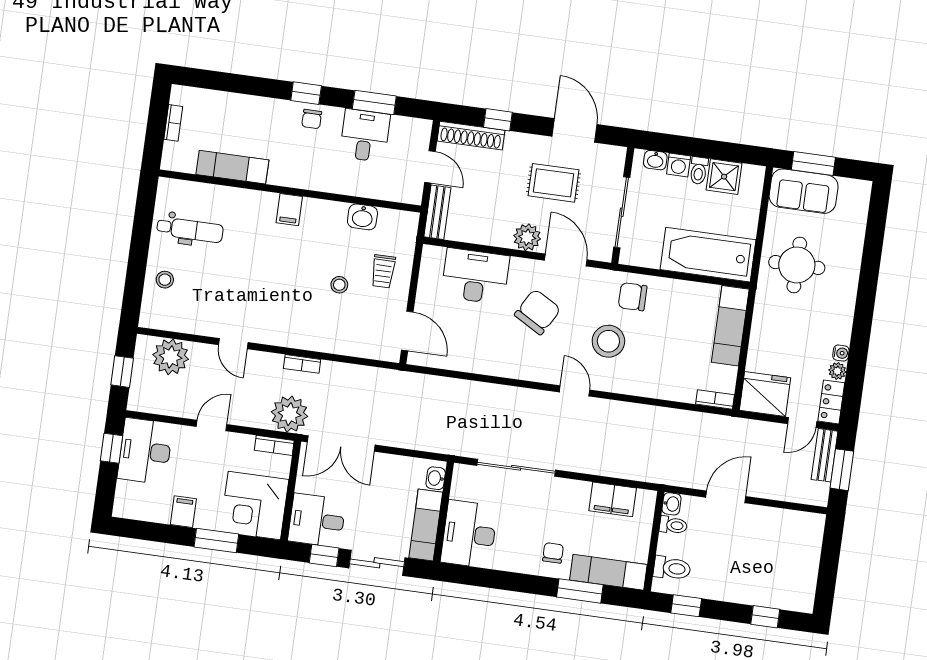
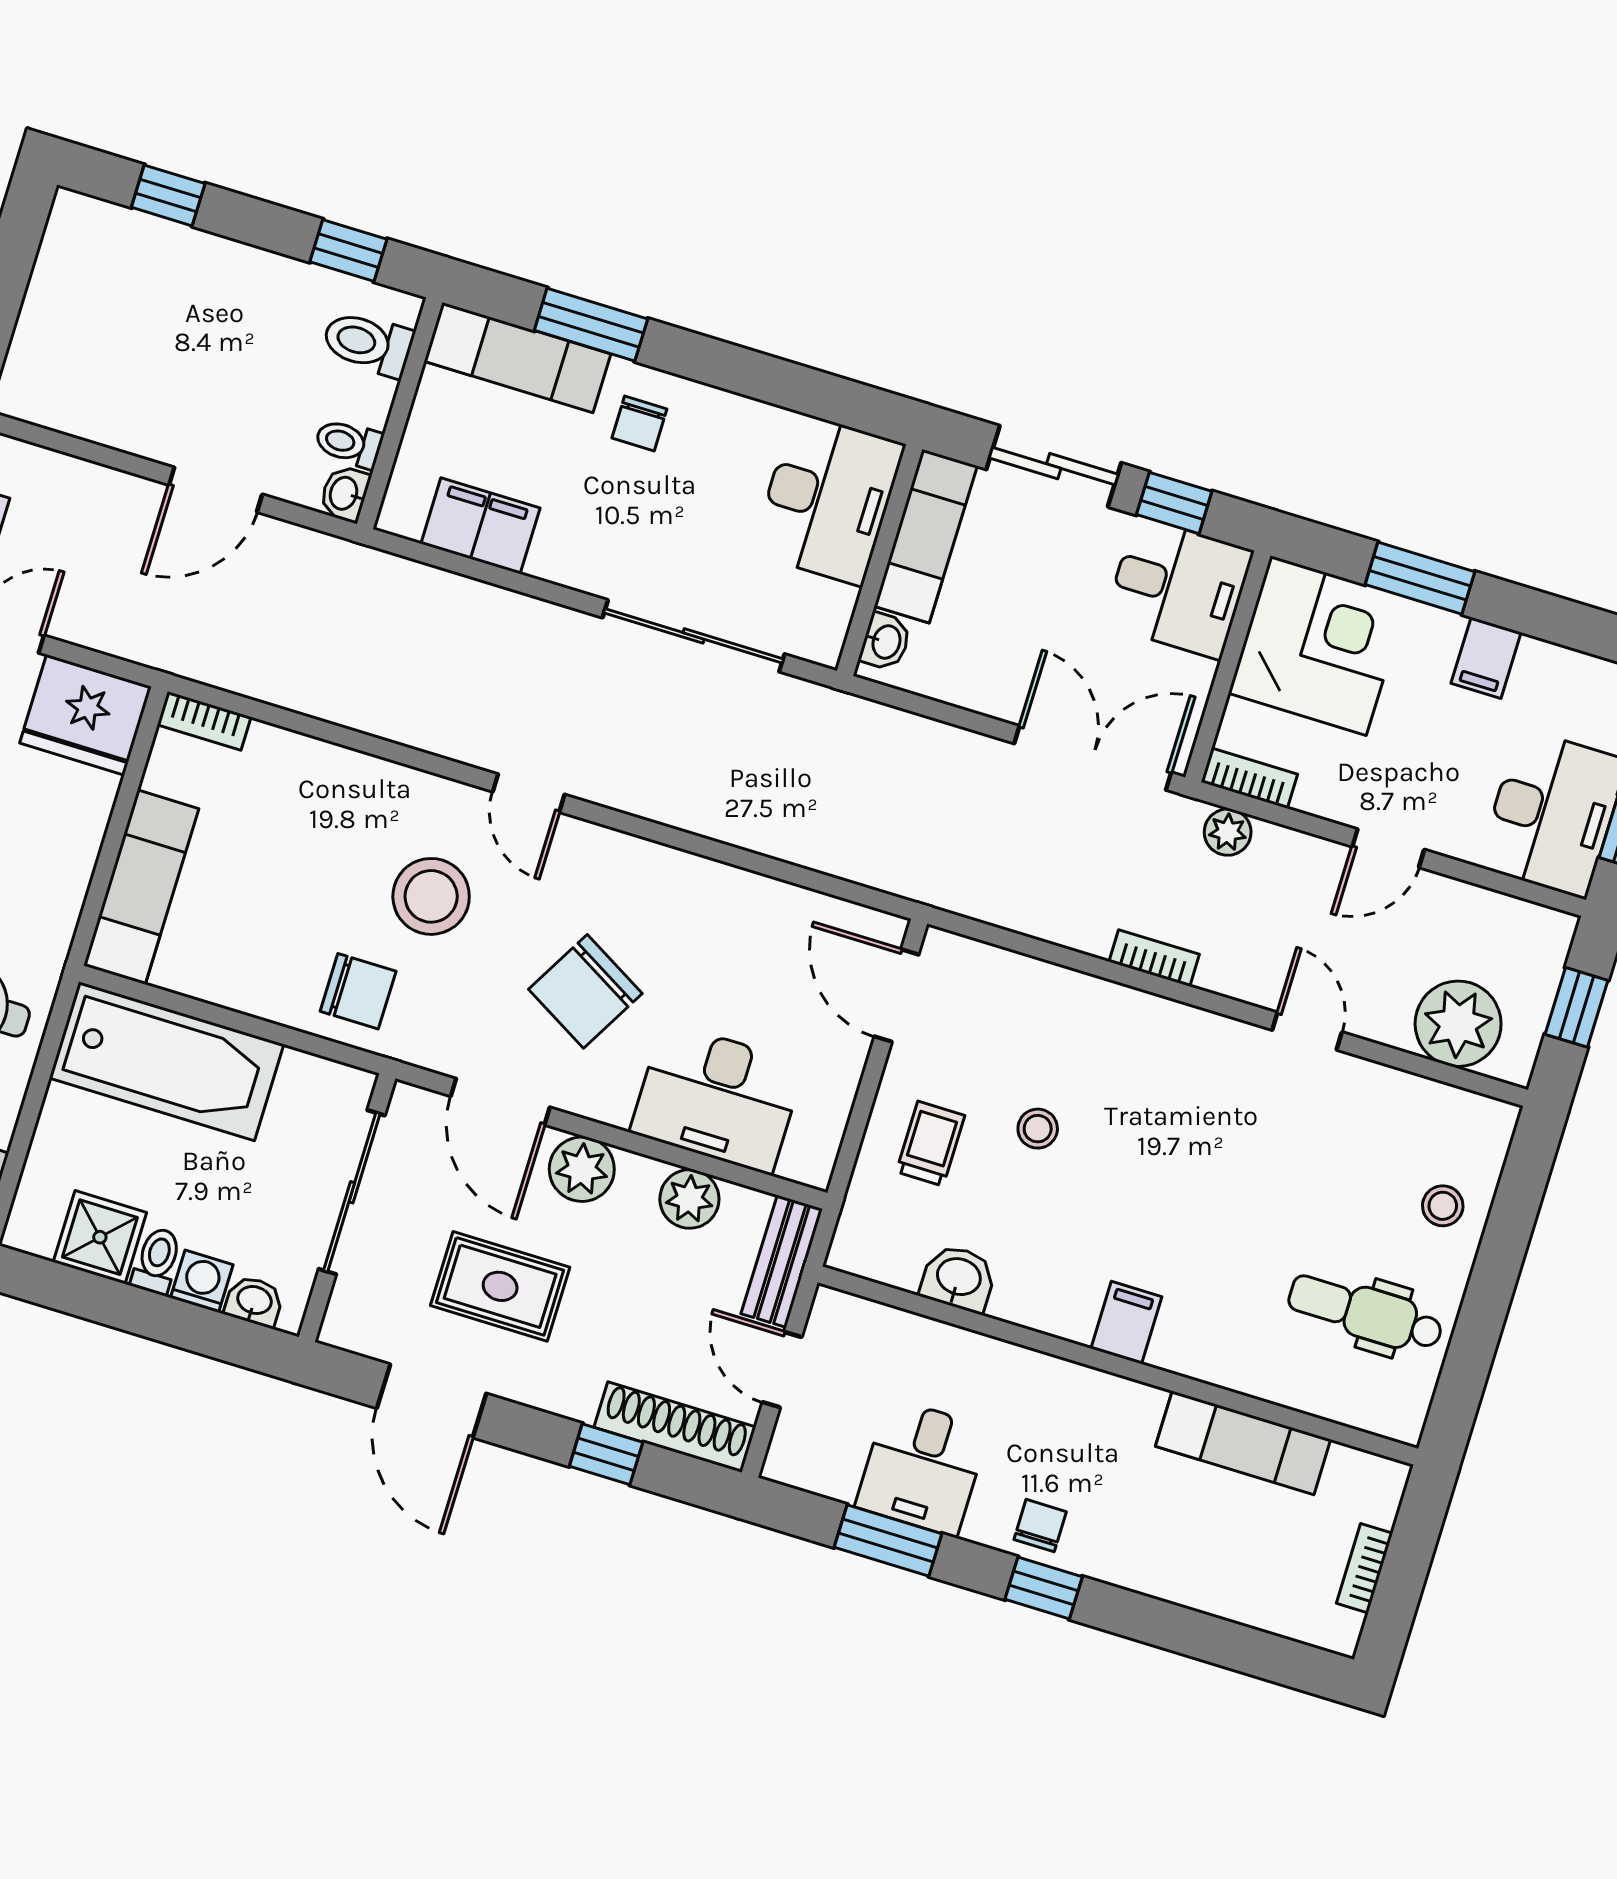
plant: (480, 232) -> (689, 1199), added
plant: (289, 414) -> (1228, 832), width x0.53, depth x0.53

